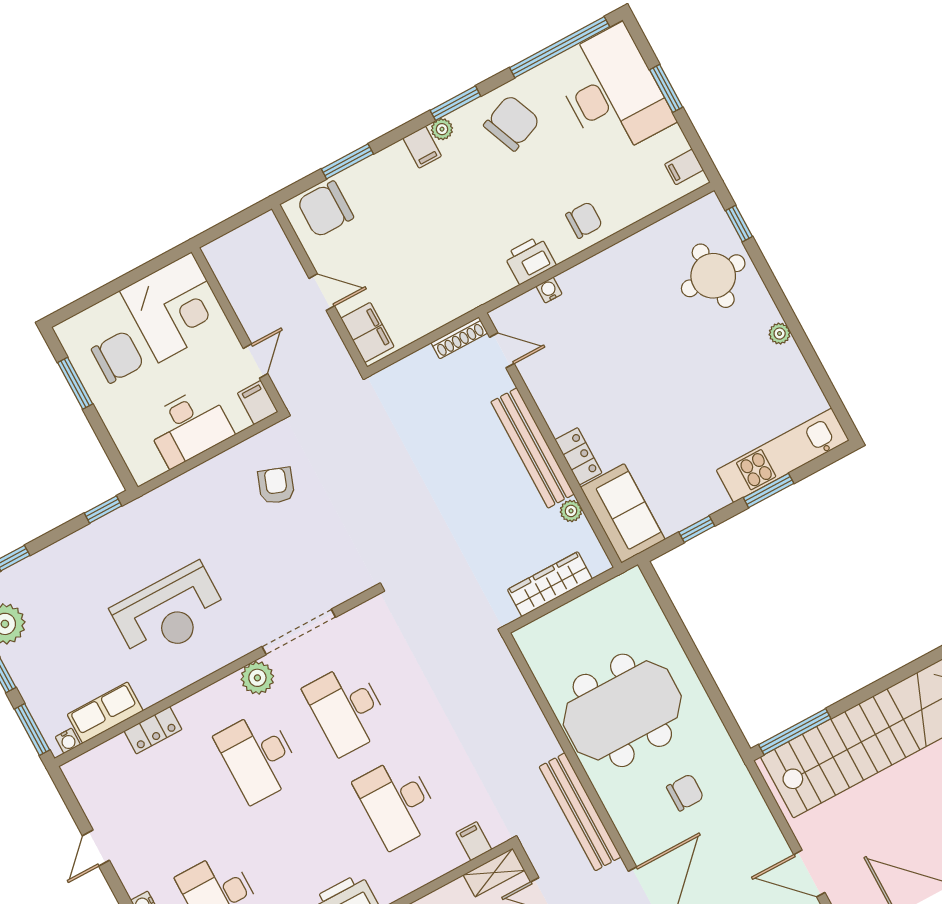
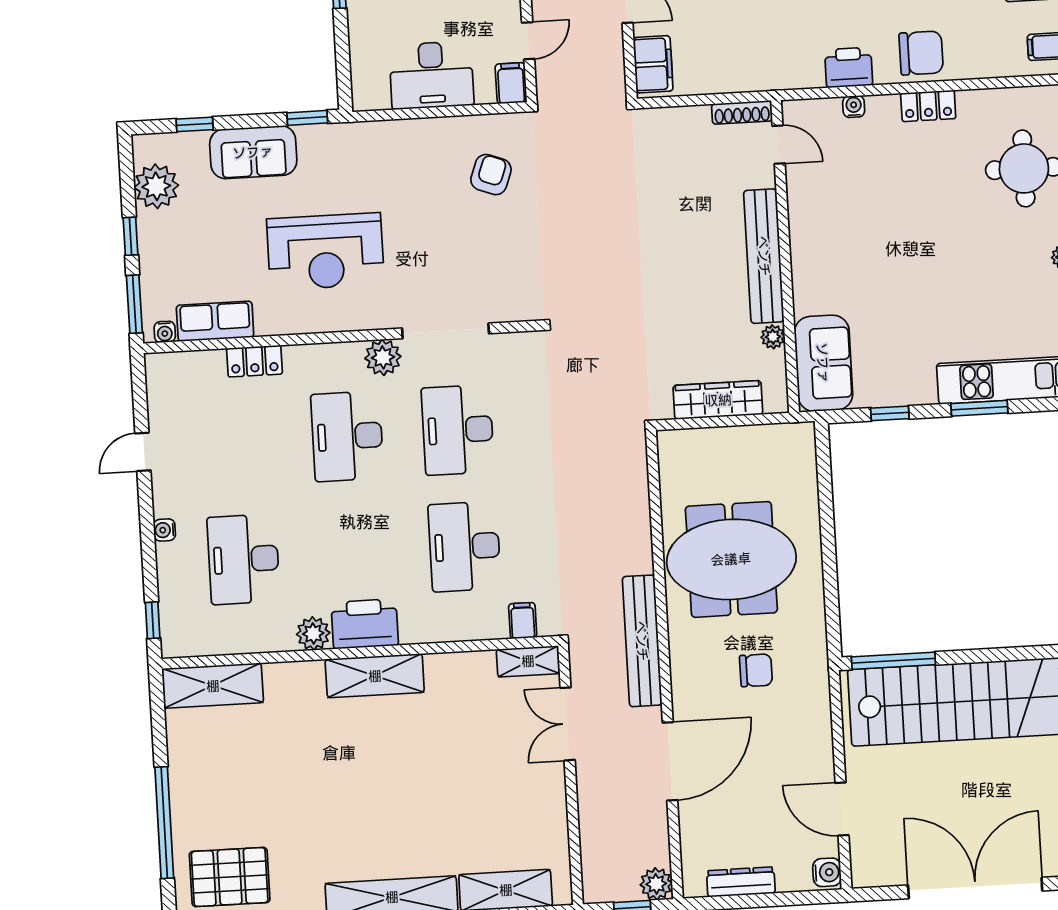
chair: (584, 220) -> (921, 53), width x1.37, depth x1.37
locker: (578, 456) -> (928, 106), moved, turned 90
sofa: (72, 559) -> (253, 152), added

